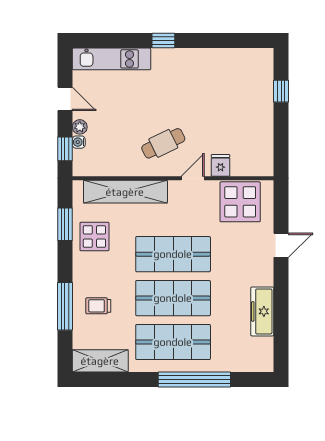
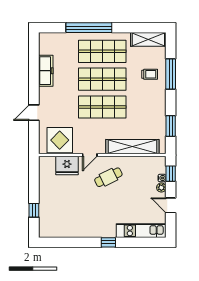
fridge: (221, 165) -> (67, 166), width x1.88, depth x1.34
display table: (94, 236) -> (152, 118), removed

